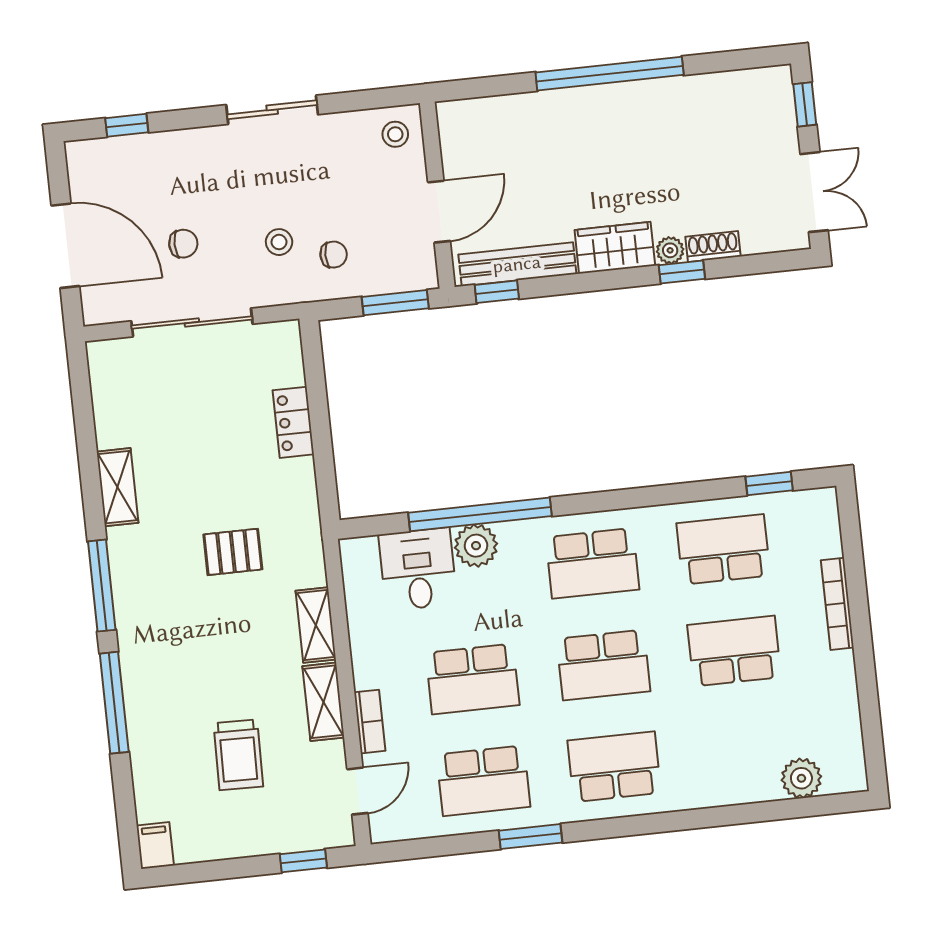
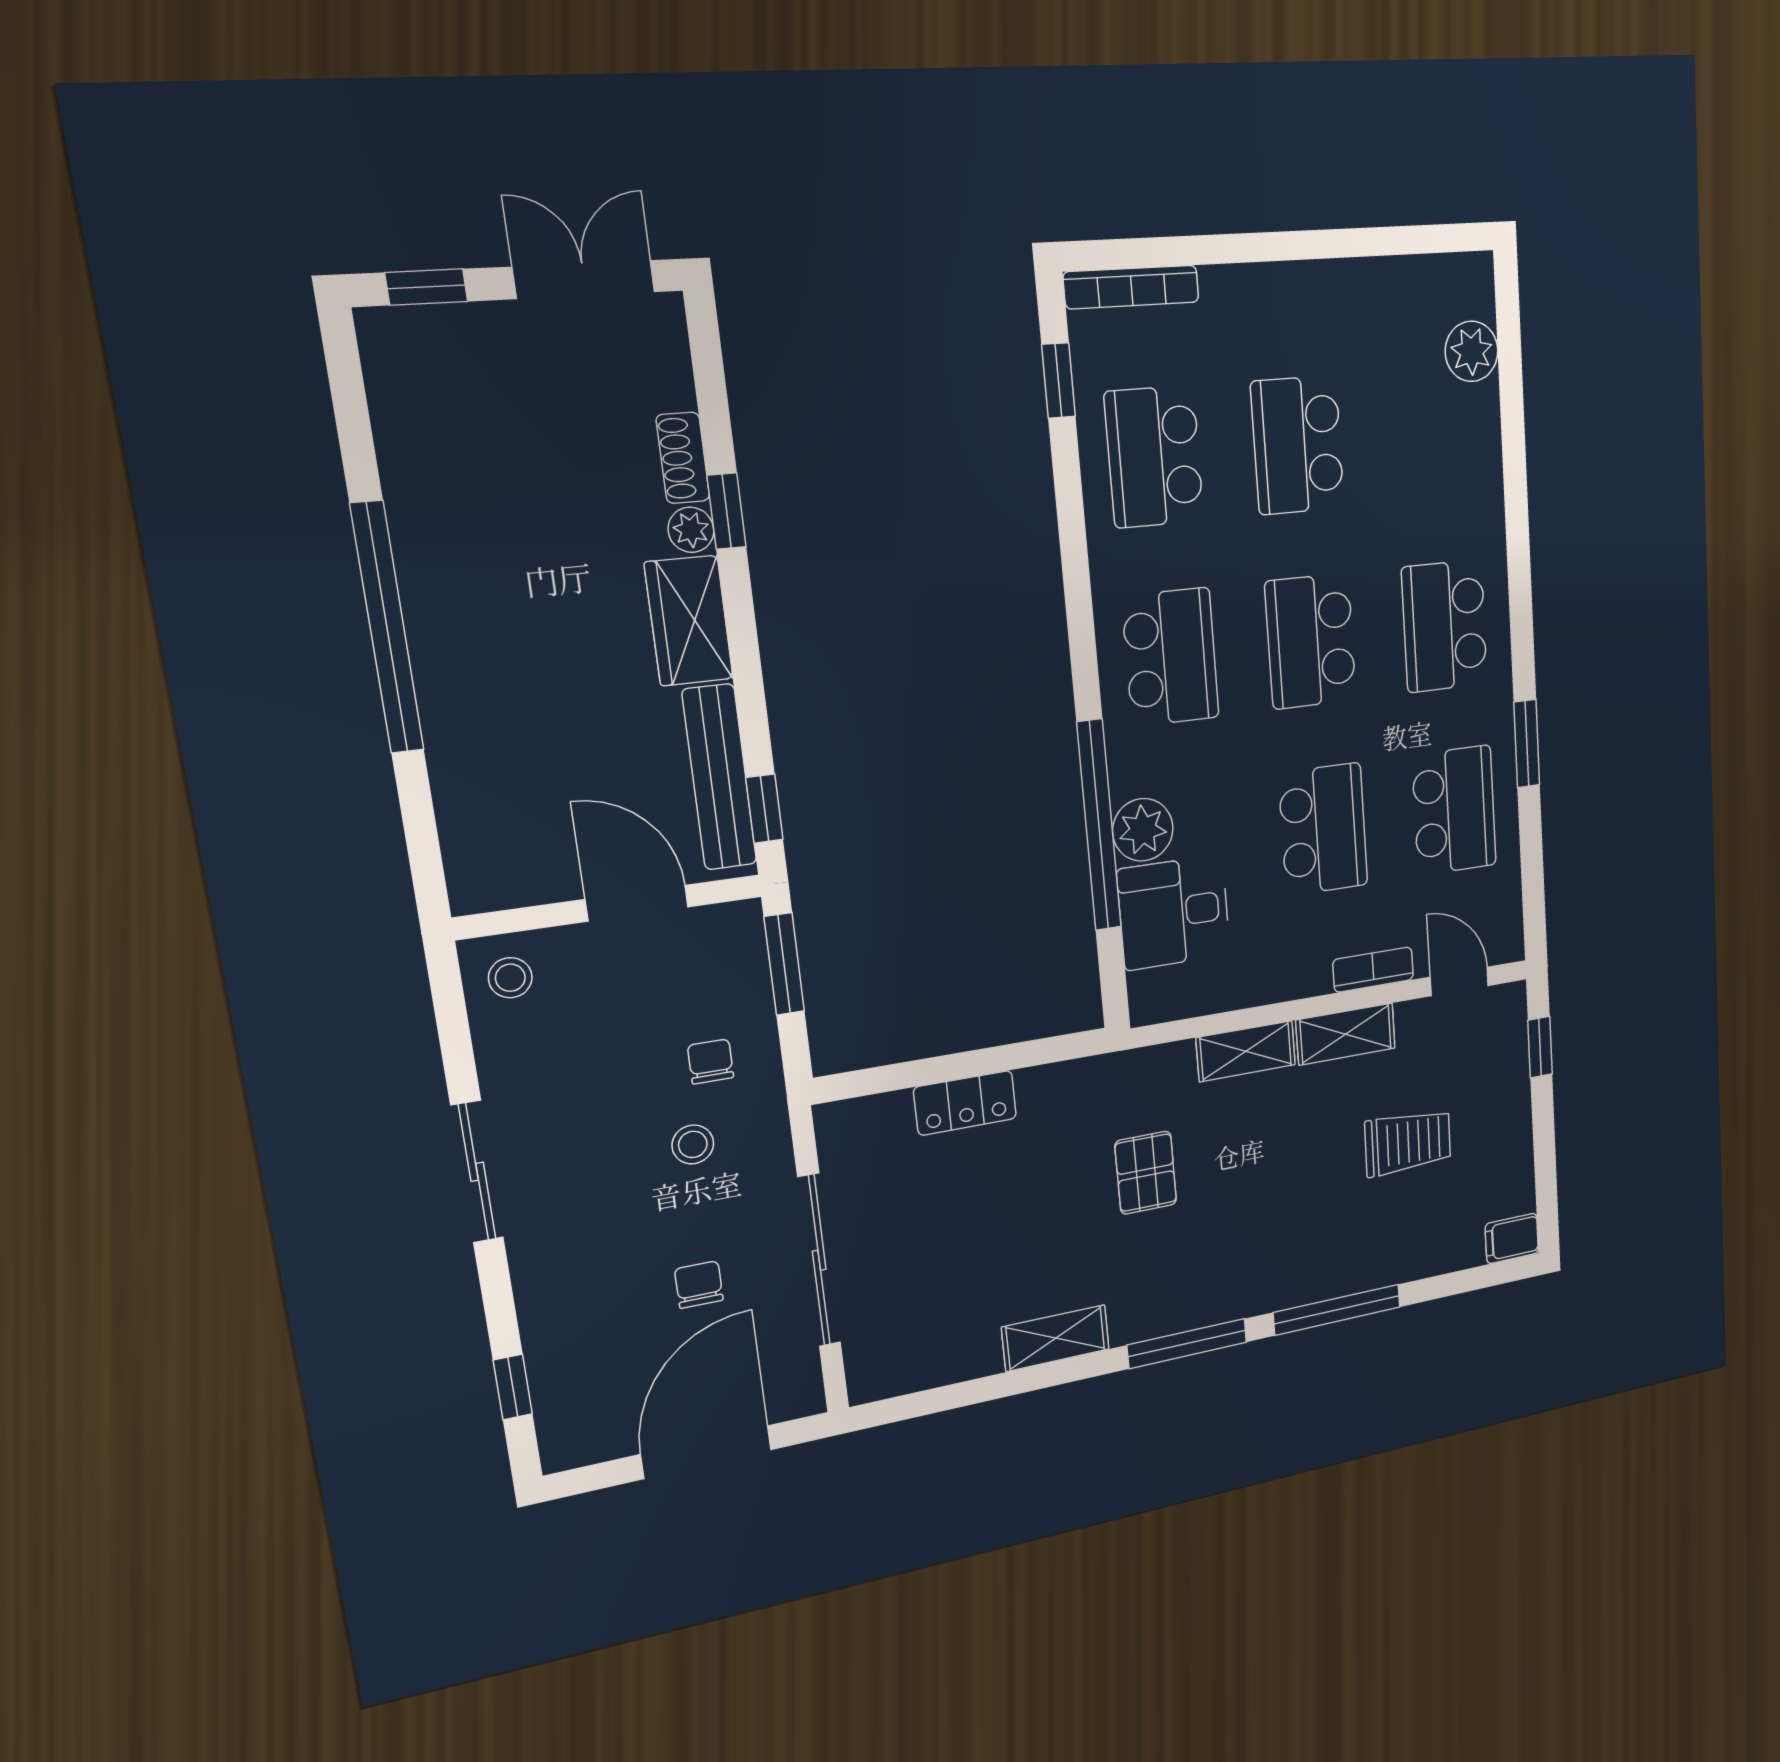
bookcase: (837, 604) -> (1131, 287), moved
school desk: (603, 665) -> (1311, 641), turned 180

